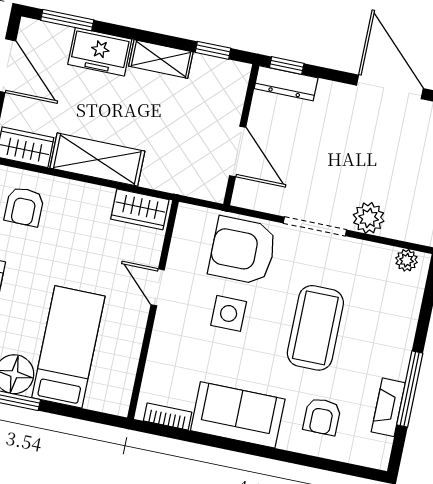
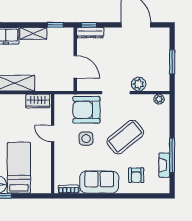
coffee table: (315, 328) -> (125, 137), turned 51

